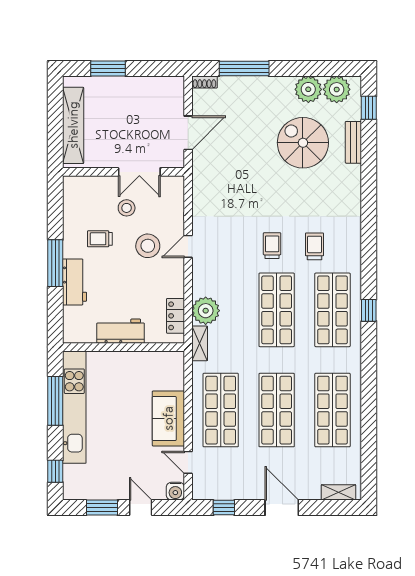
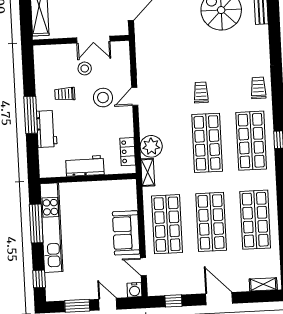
trolley: (315, 246) -> (258, 88), moved

